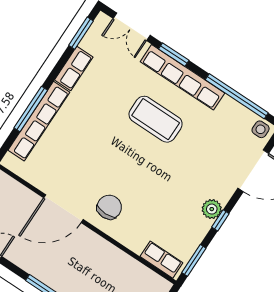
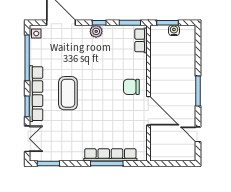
row of seats: (74, 68) -> (70, 155), removed

